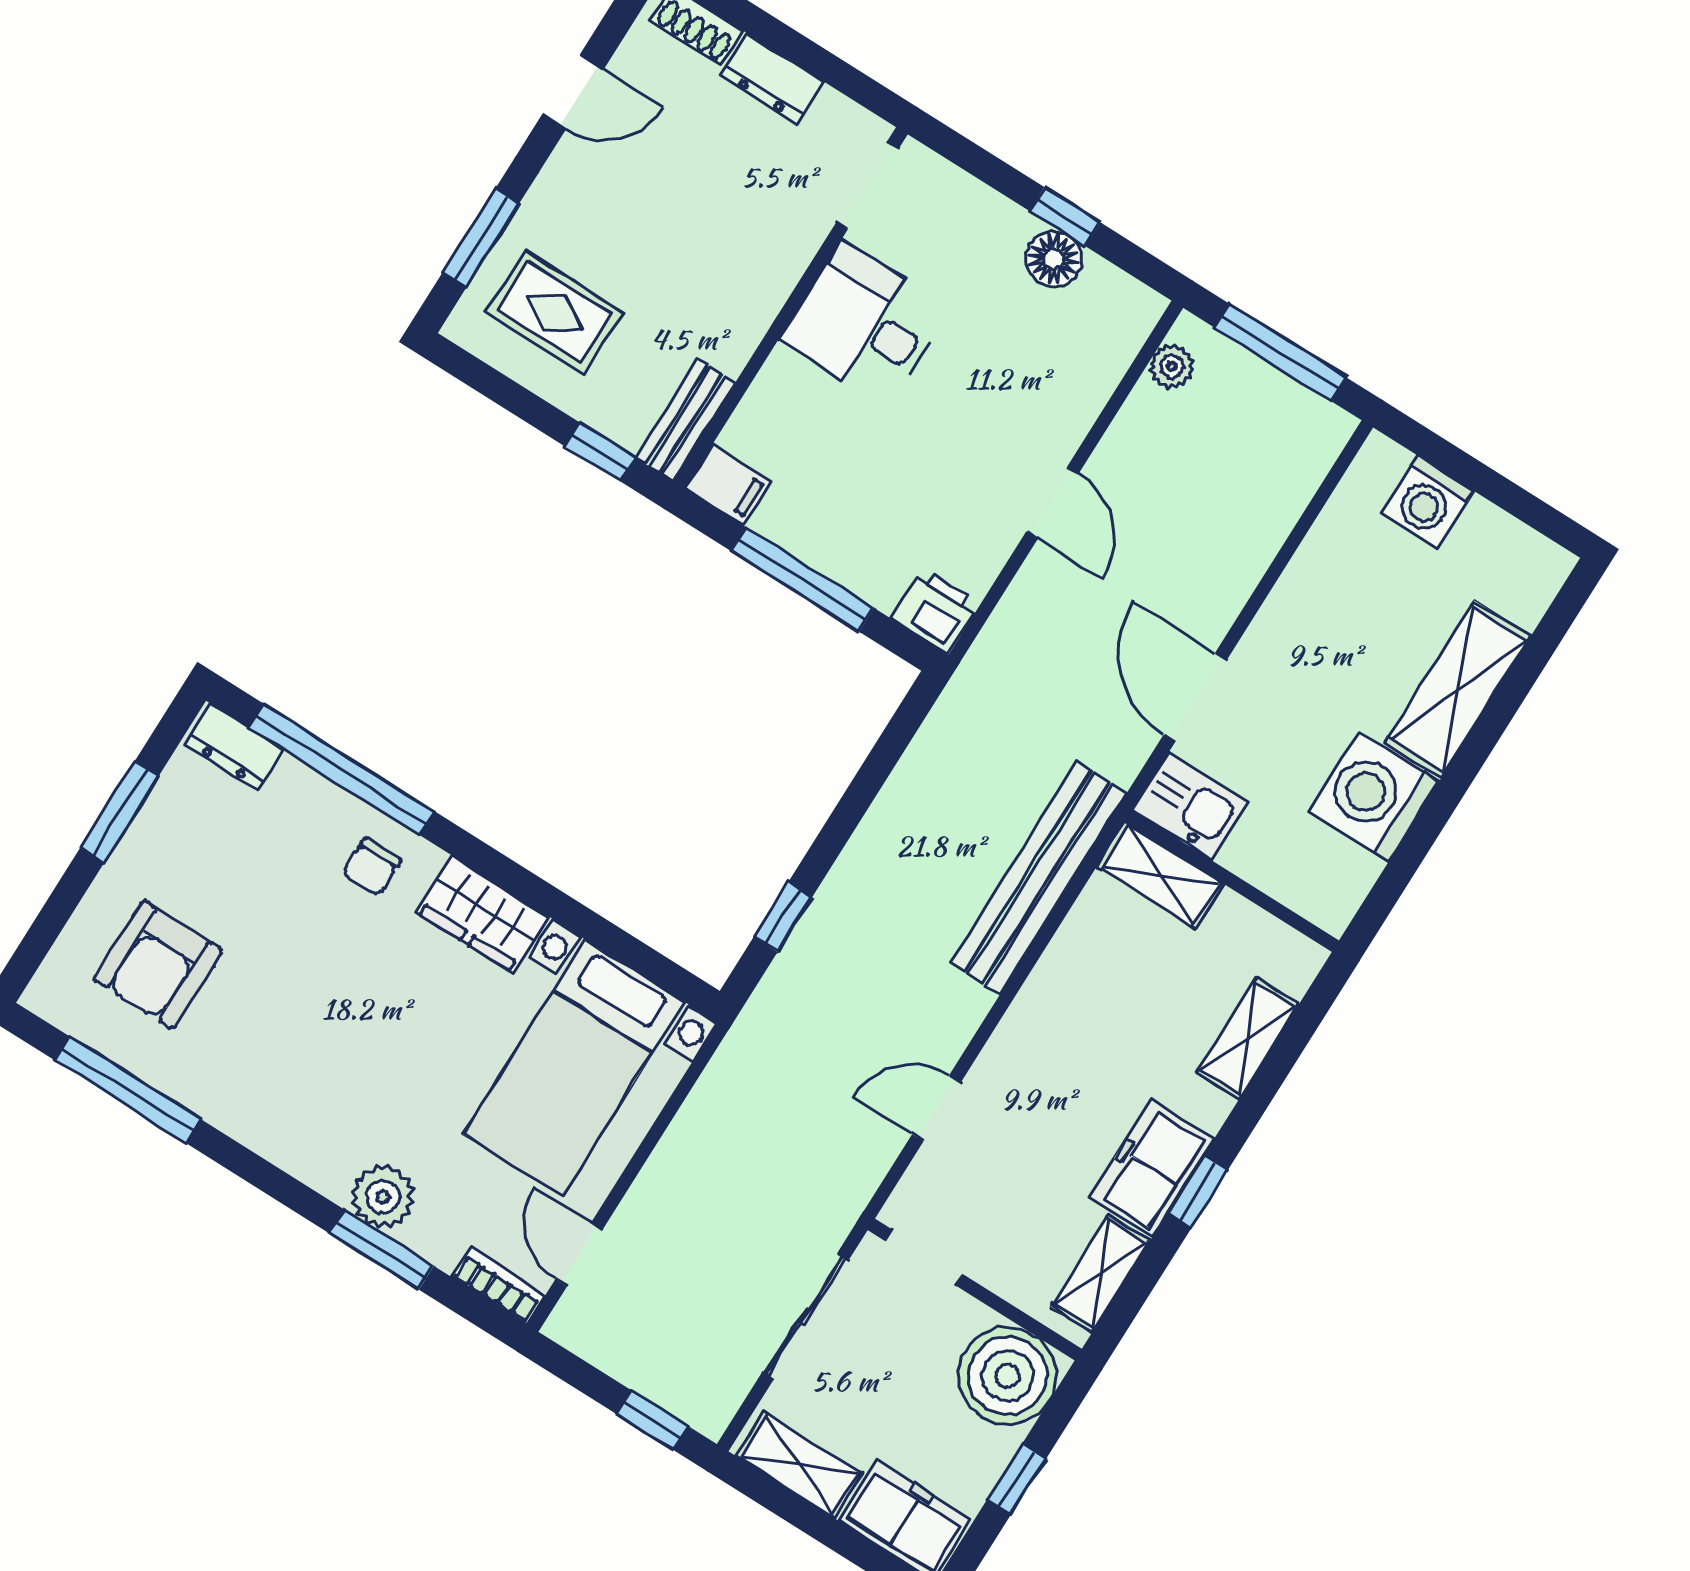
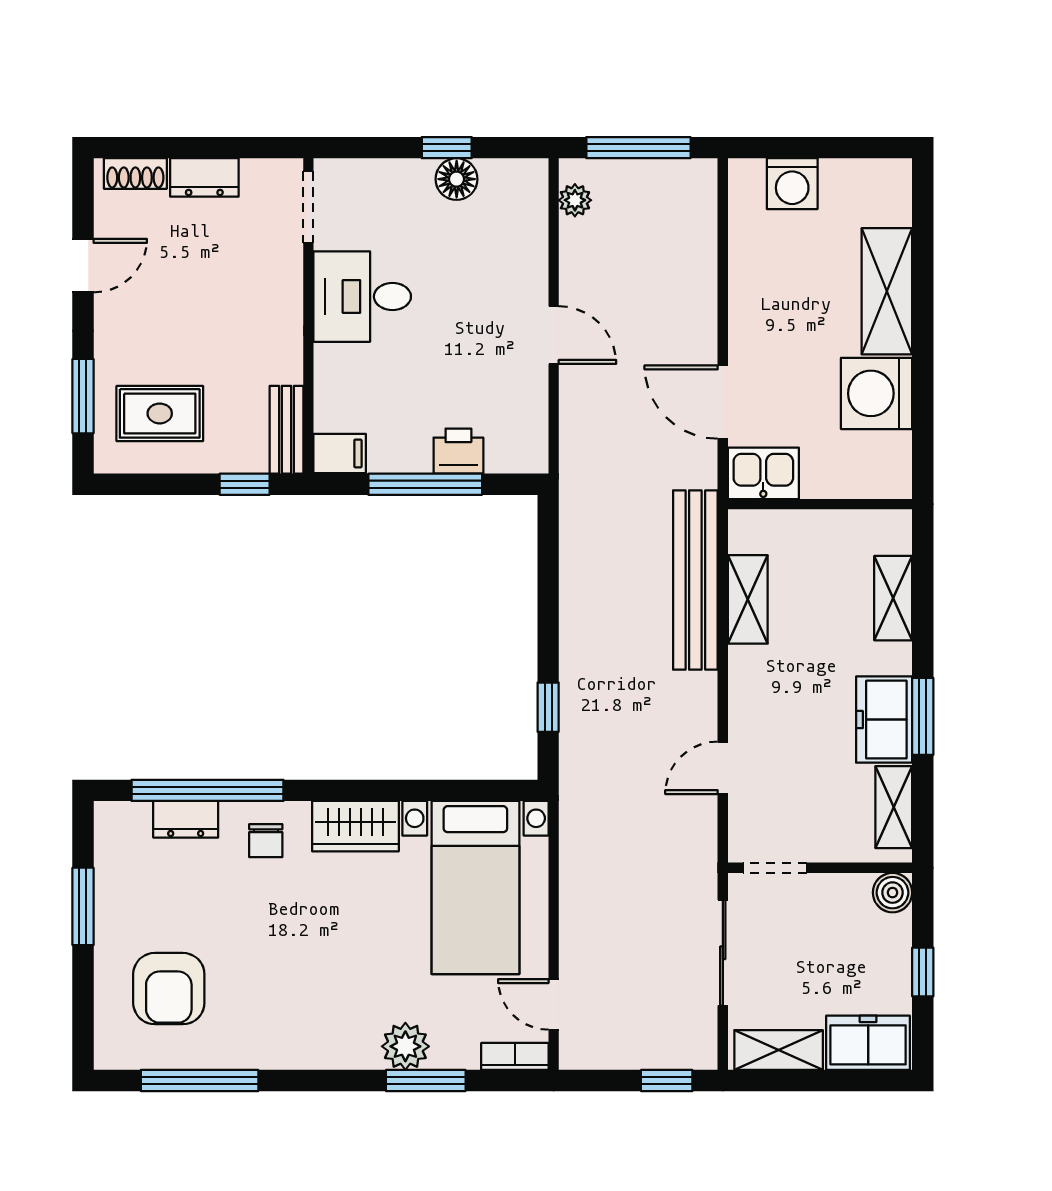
printer: (935, 611) -> (458, 451), moved
dresser: (234, 747) -> (186, 819), moved
shelving: (1161, 875) -> (748, 599), moved, turned 90
window: (1197, 1192) -> (923, 716), width x1.50
boiler: (1008, 1376) -> (892, 893), width x0.54, depth x0.54

